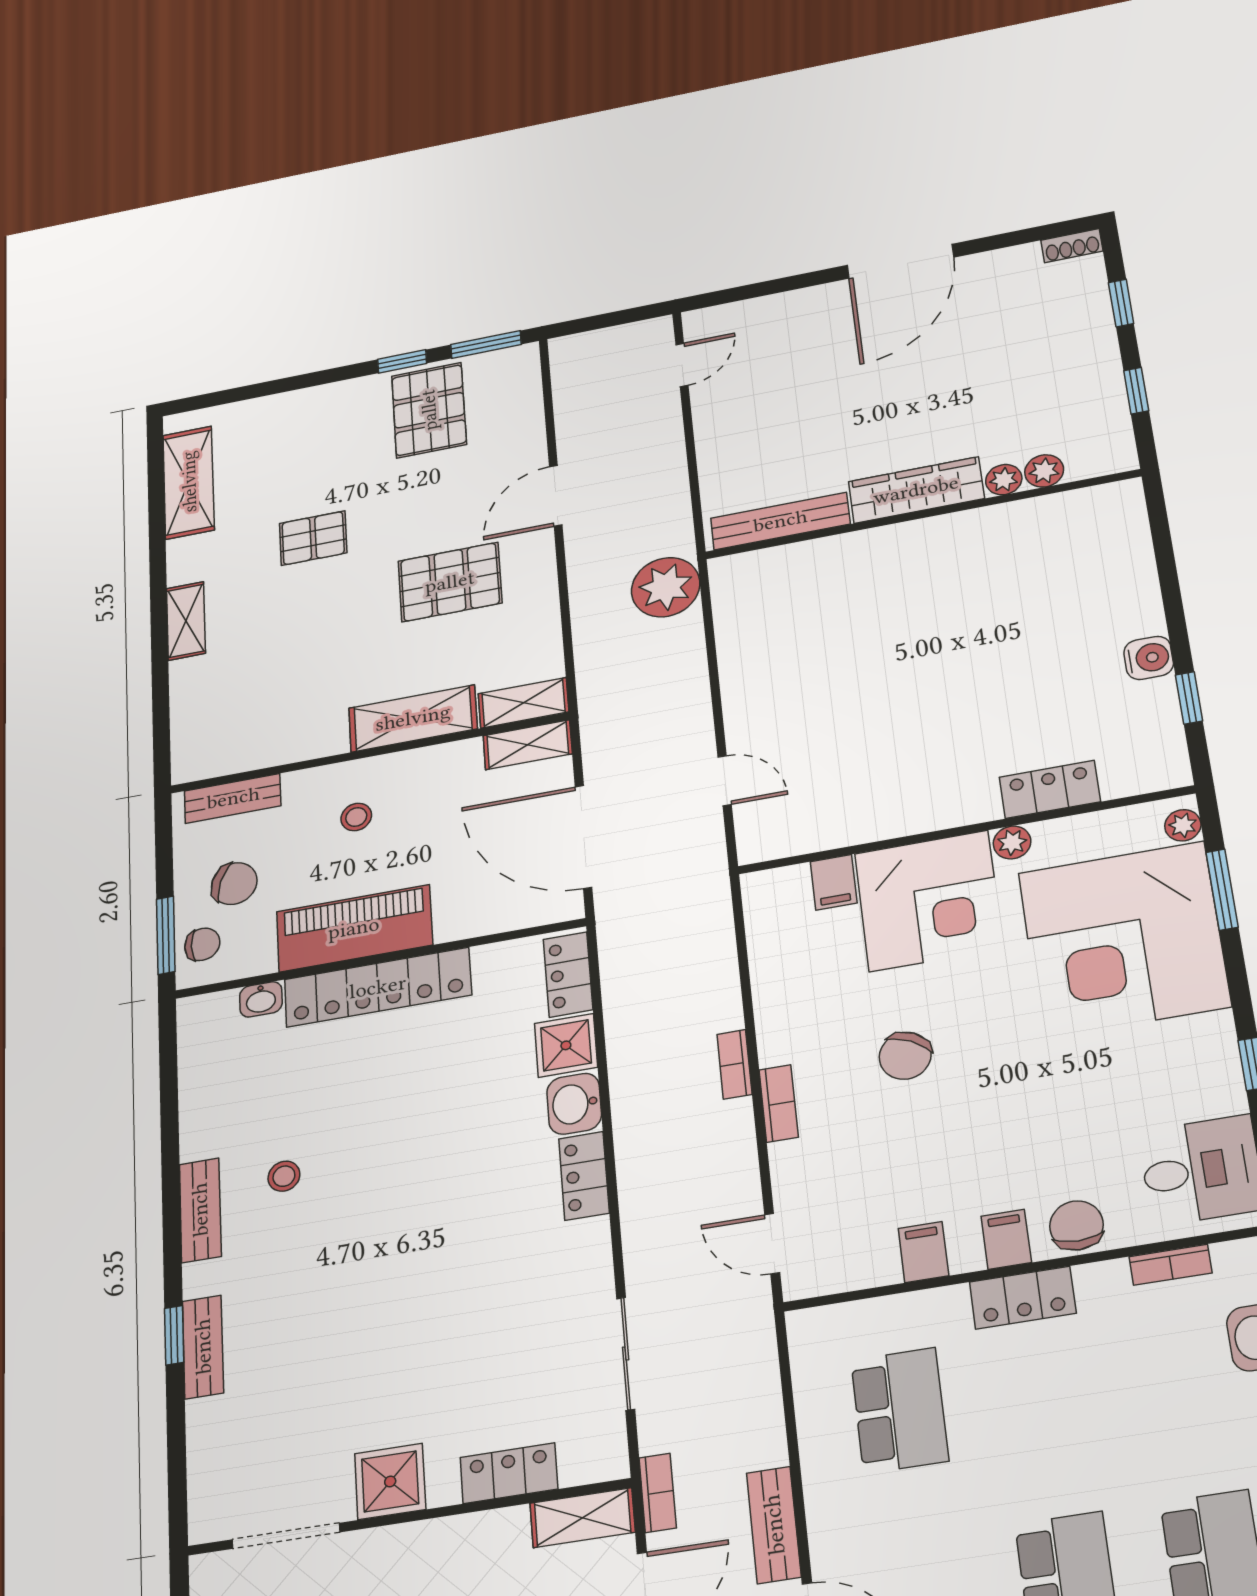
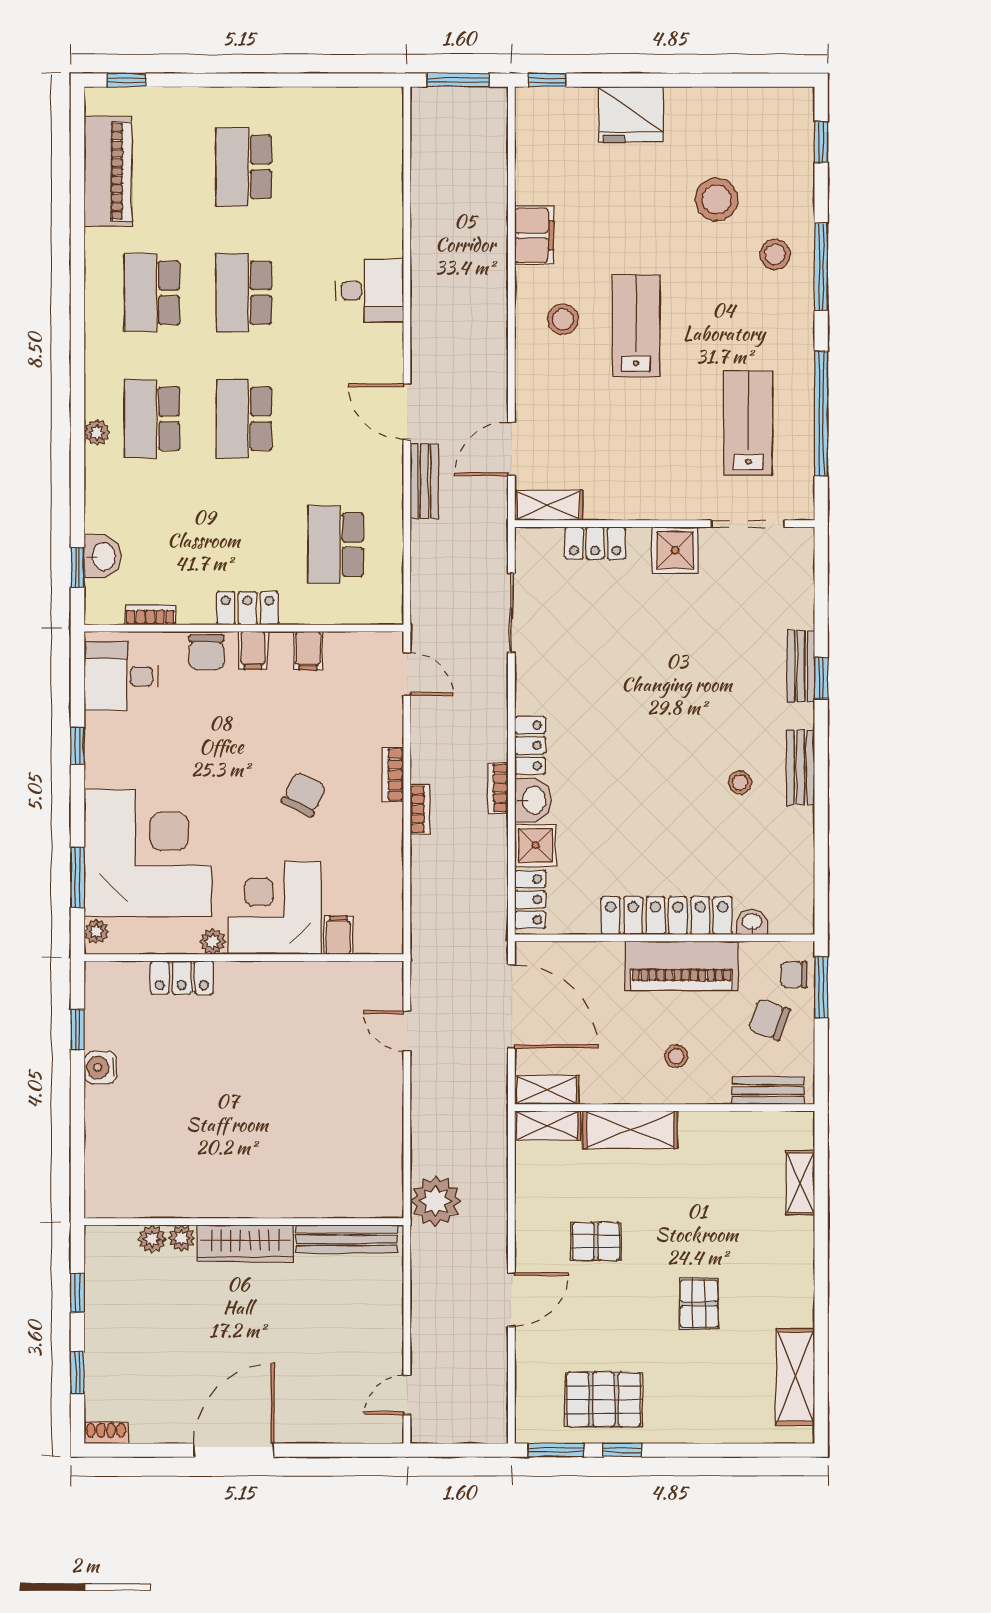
pallet: (429, 410) -> (604, 1400), turned 90
pallet: (313, 538) -> (699, 1304), turned 90
pallet: (450, 582) -> (596, 1241), width x0.67, depth x0.71
shelving: (186, 621) -> (800, 1183), moved
bookcase: (658, 1493) -> (498, 788), moved

